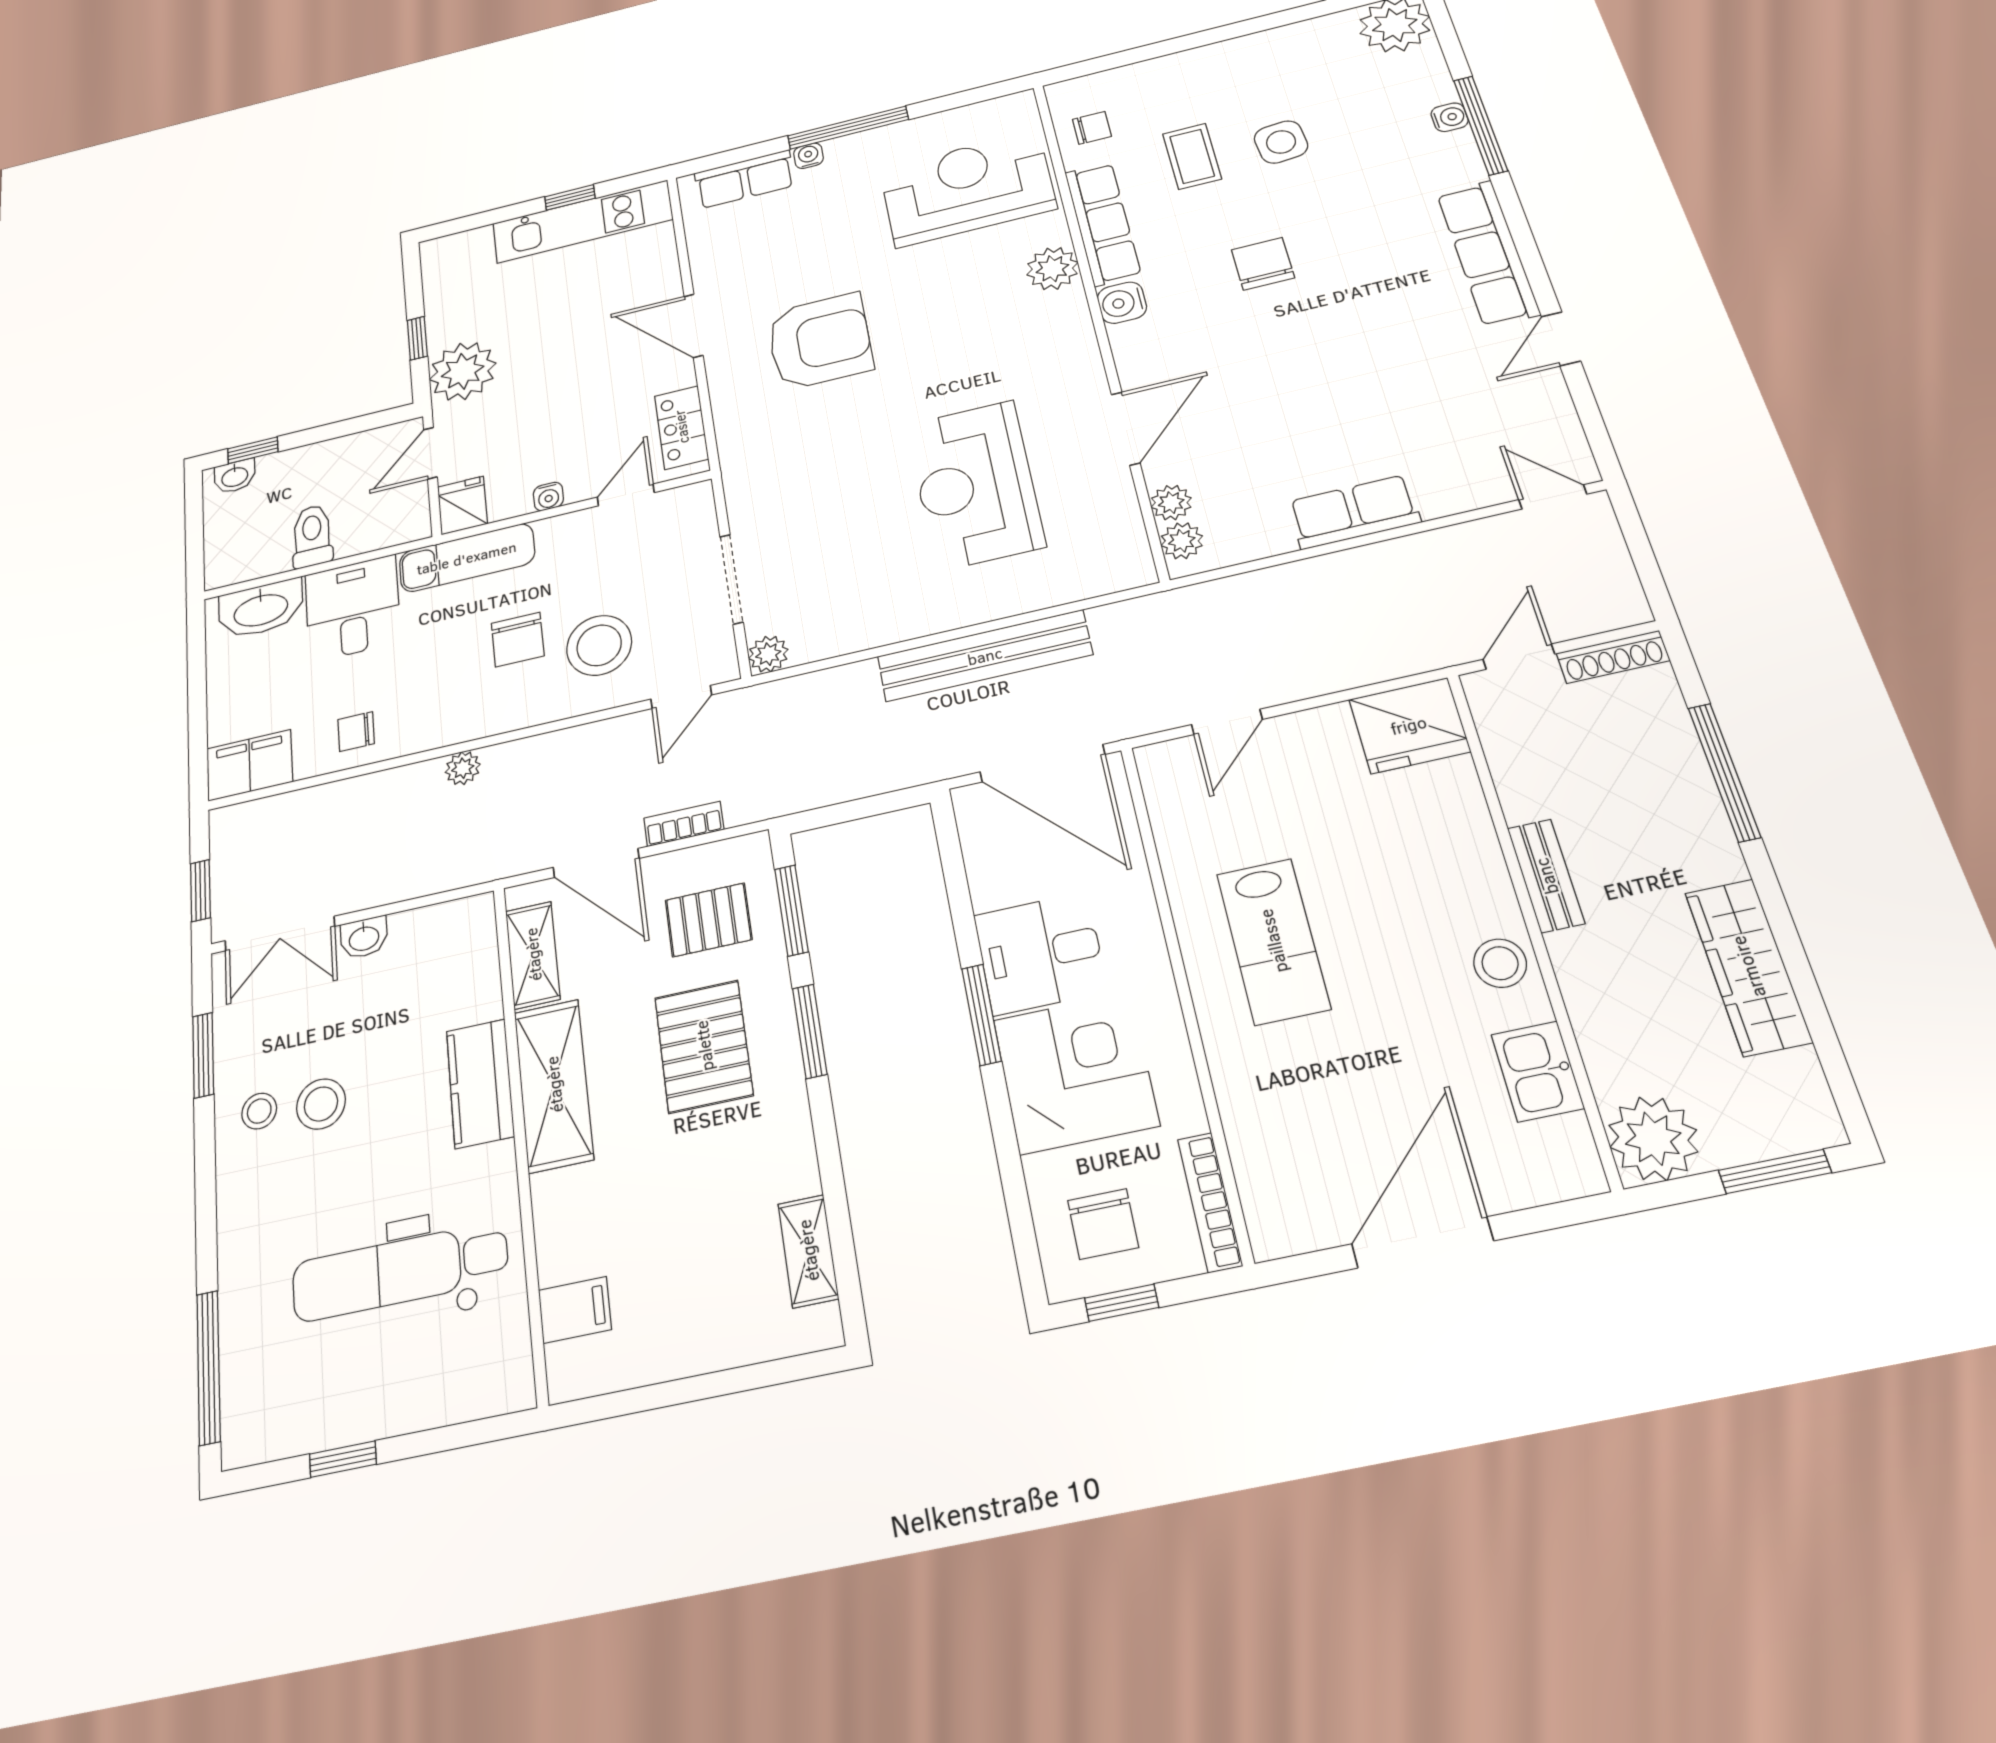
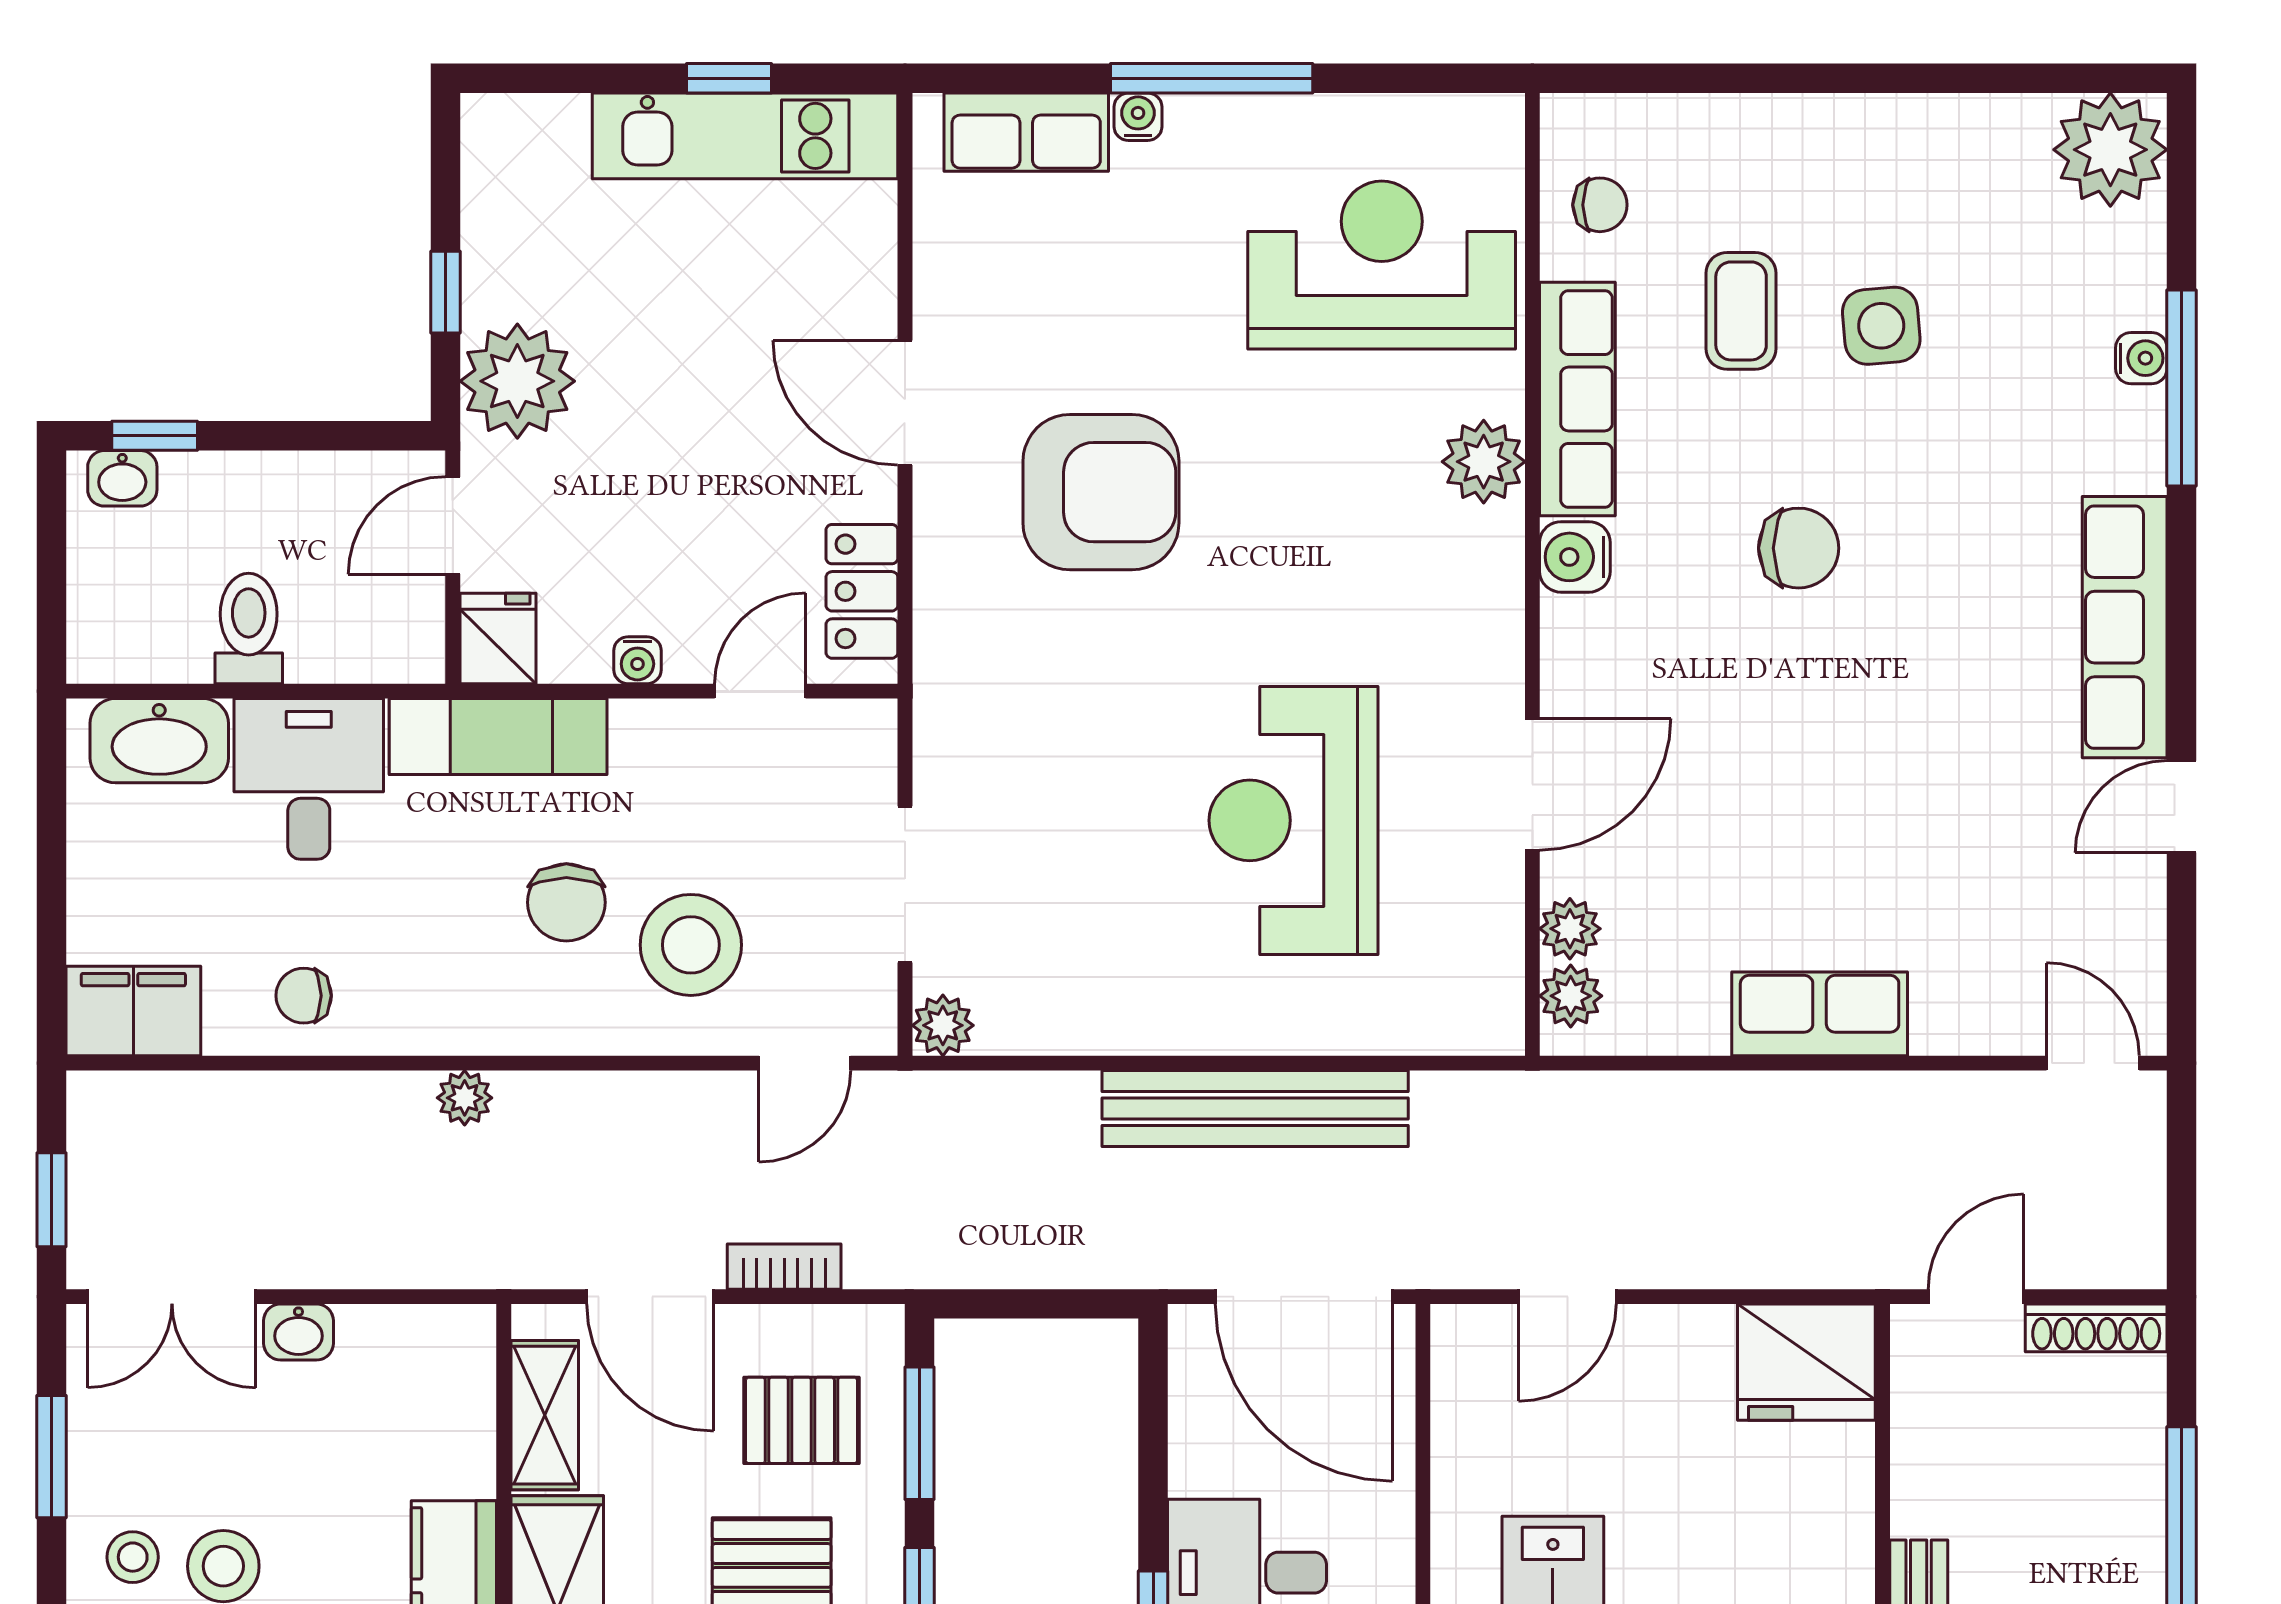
chair: (1263, 264) -> (1799, 548), turned 90

